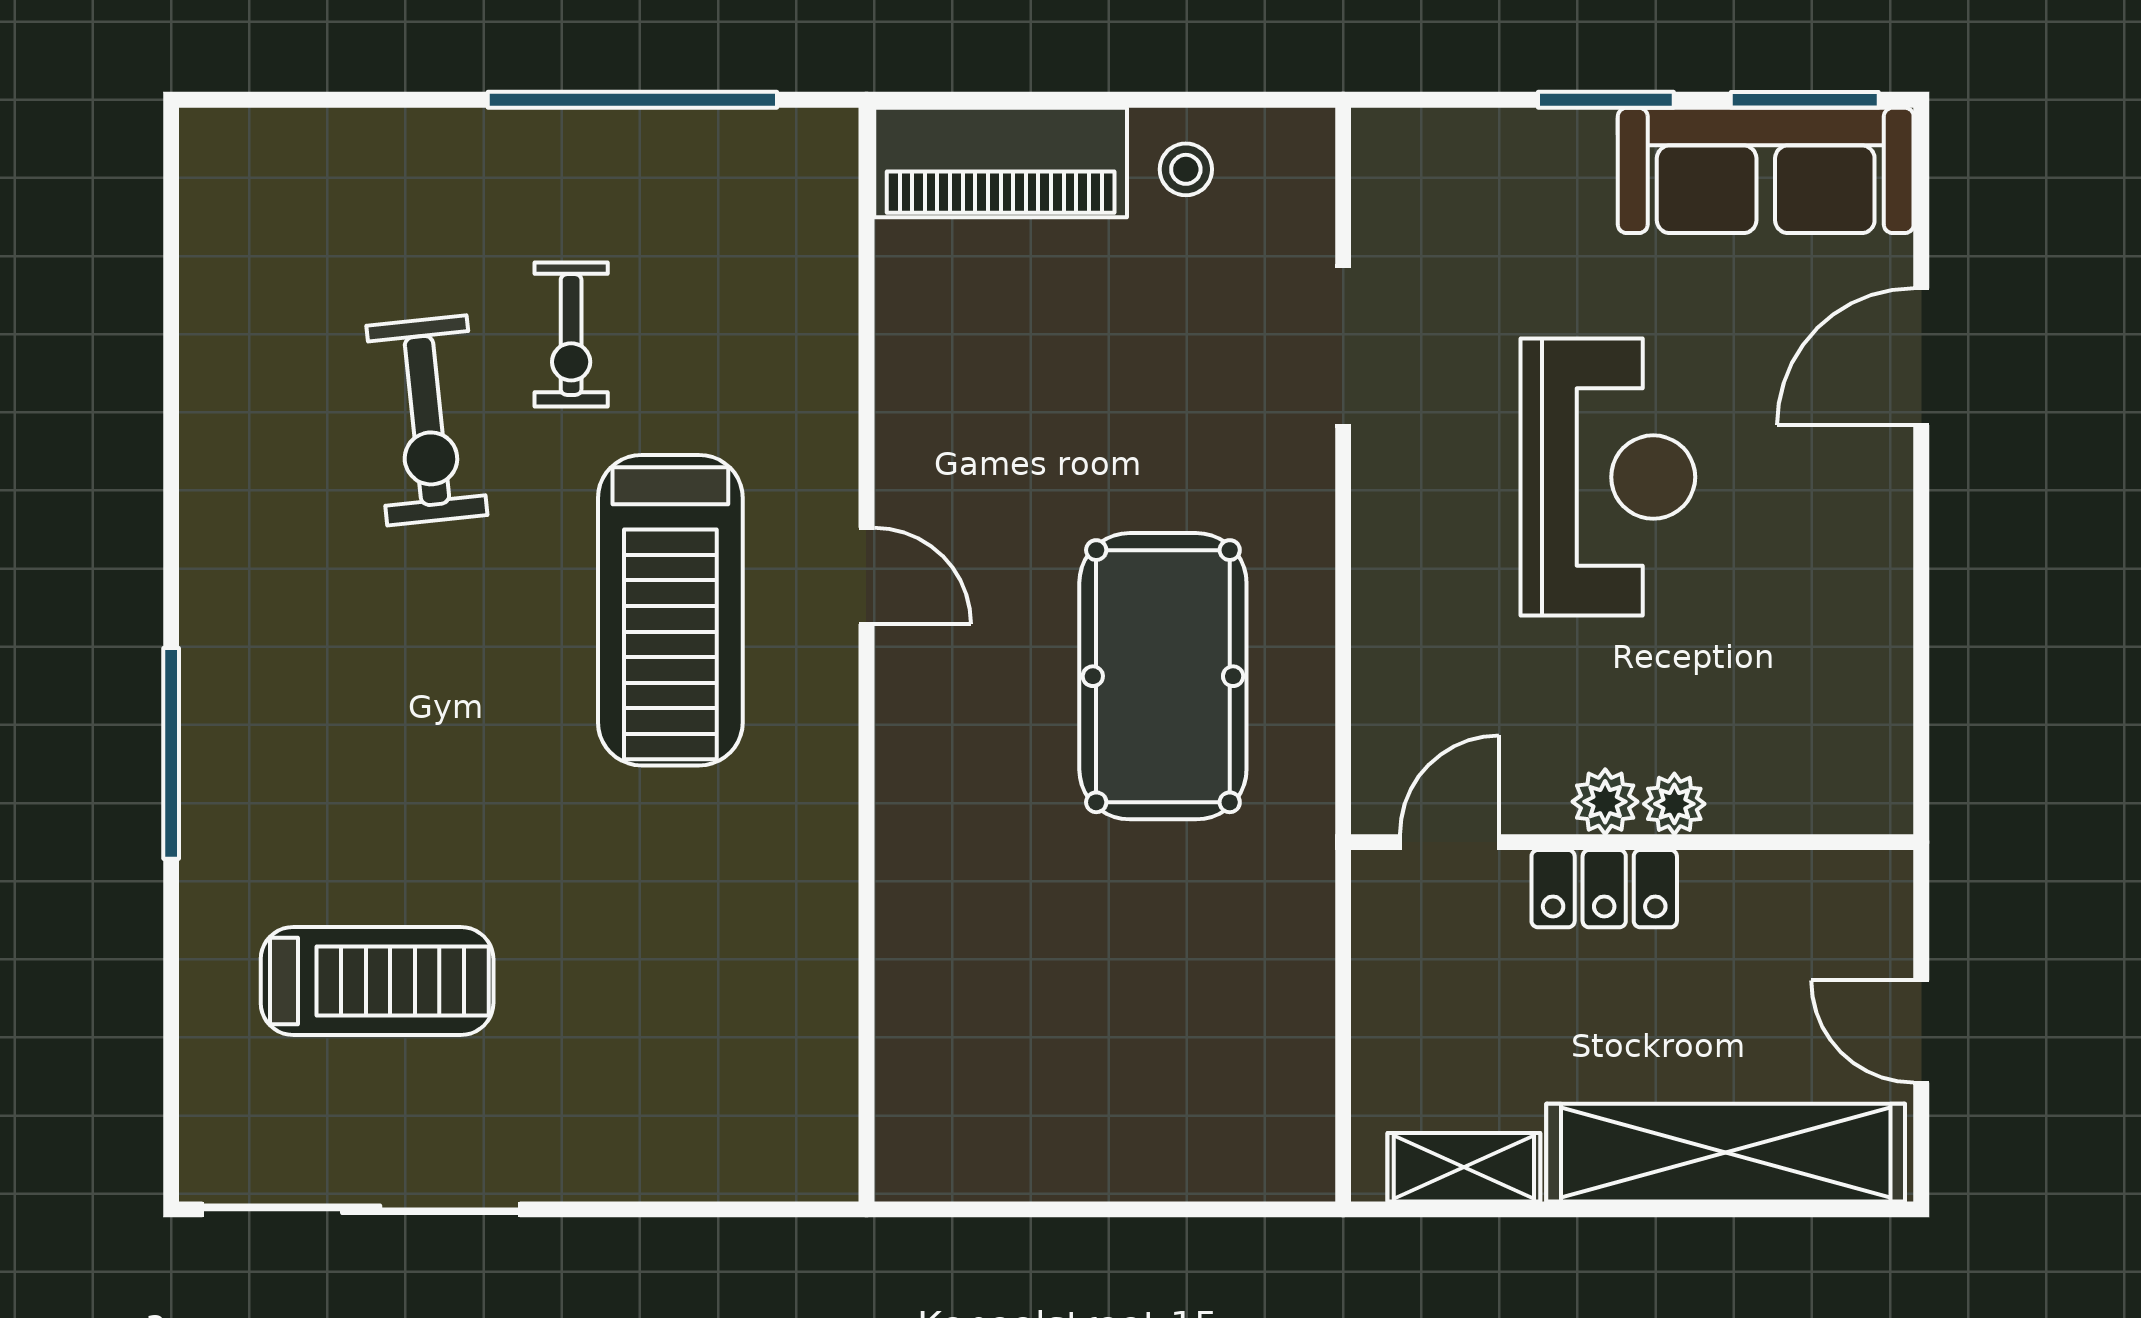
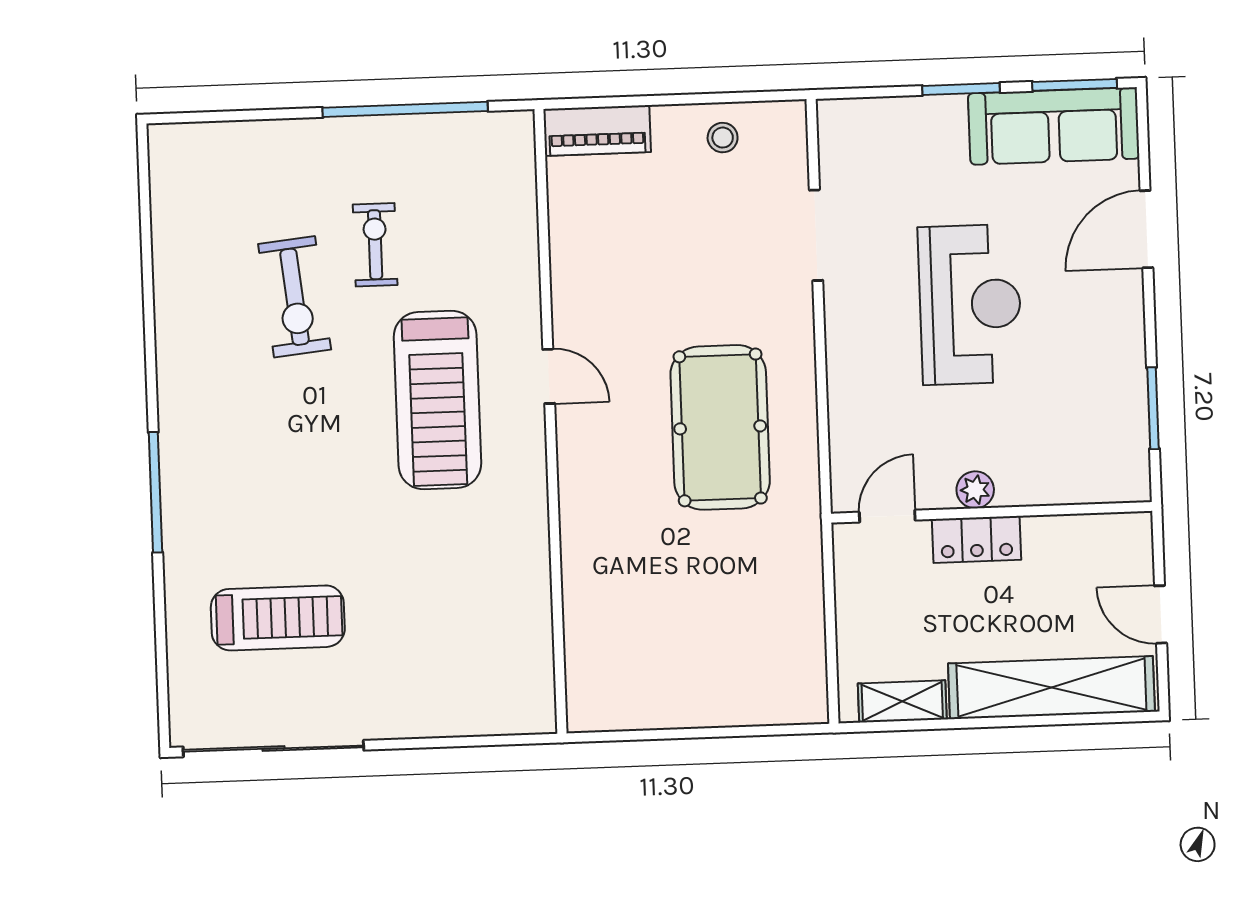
piano: (1001, 163) -> (597, 130), width x0.73, depth x0.75
exercise bike: (571, 335) -> (375, 245), turned 180
window: (1921, 670) -> (1153, 408), added
plant: (1674, 804) -> (1015, 490), removed

